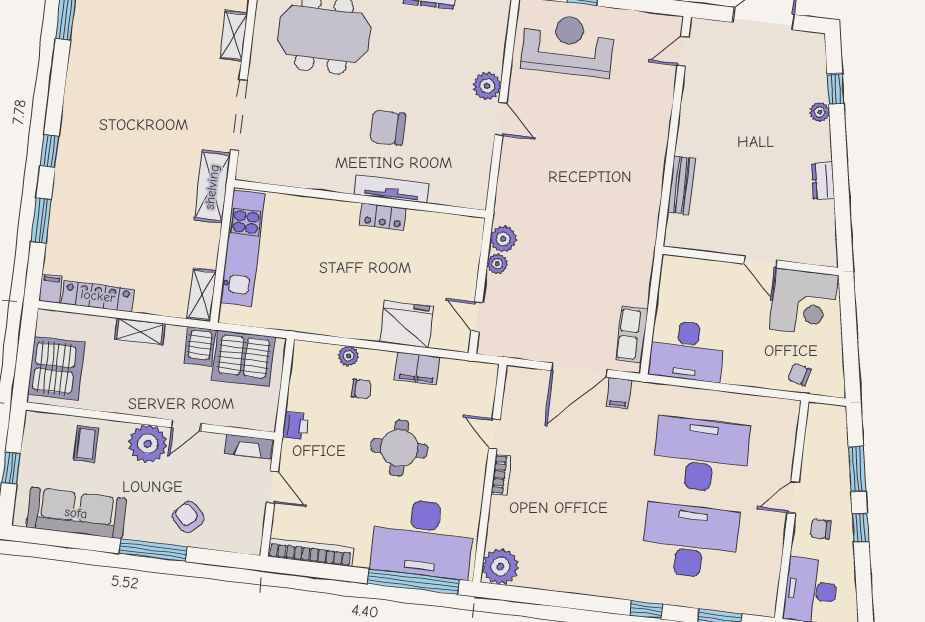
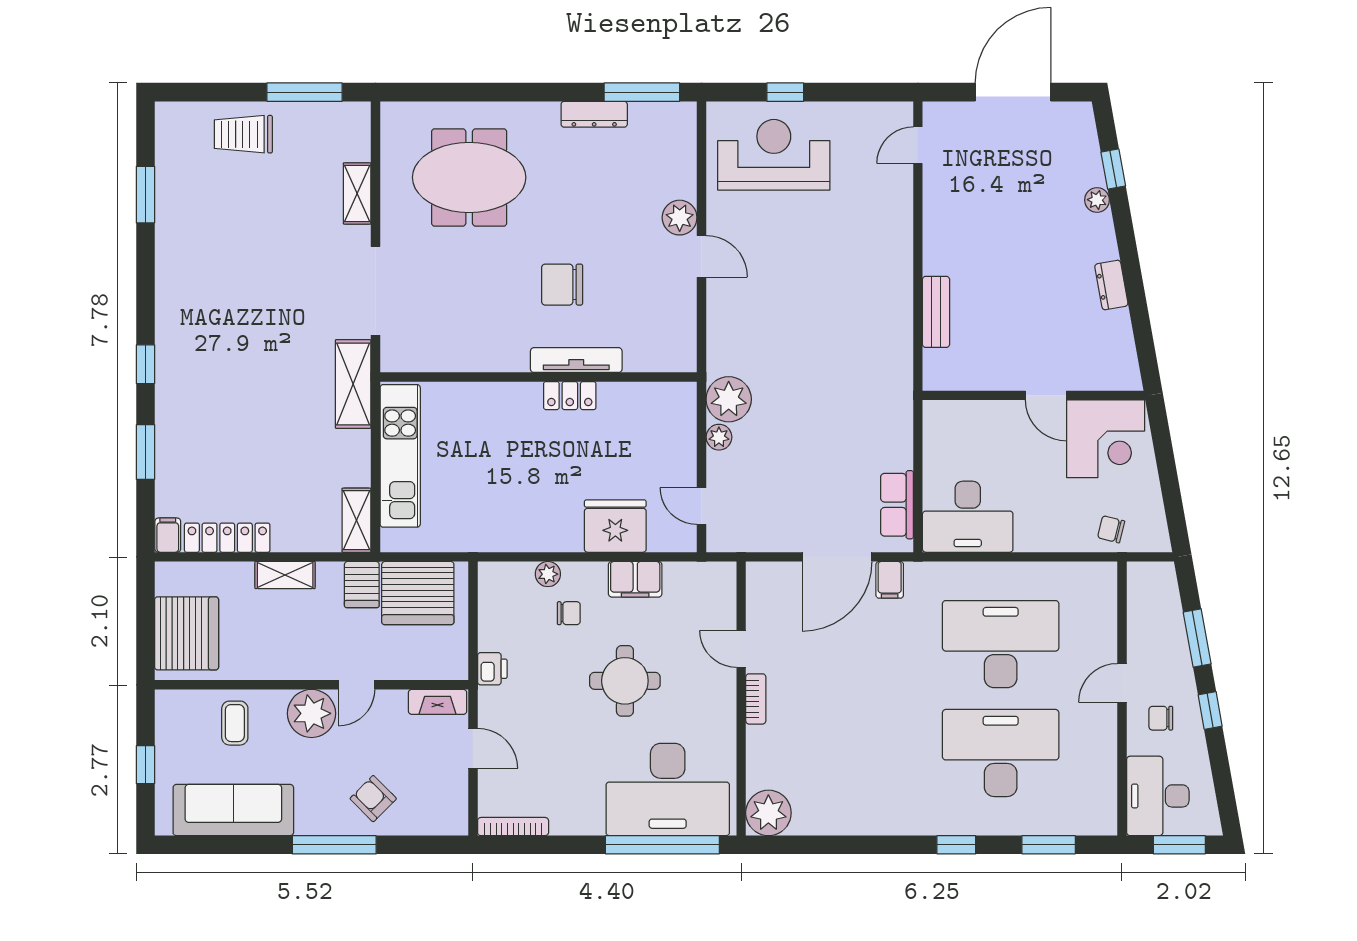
plant: (503, 239) -> (729, 399), width x1.36, depth x1.36
bookcase: (310, 552) -> (513, 827), width x0.68, depth x0.76

